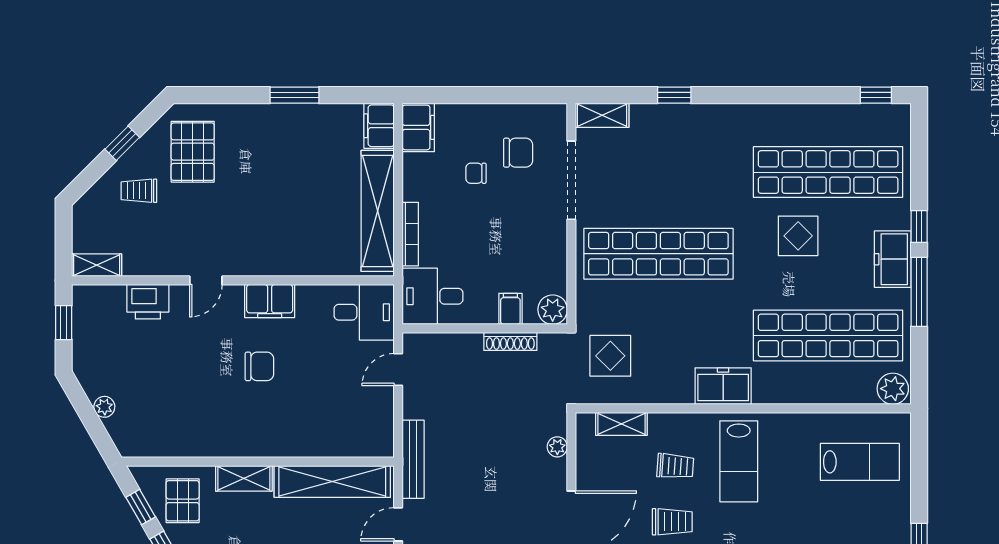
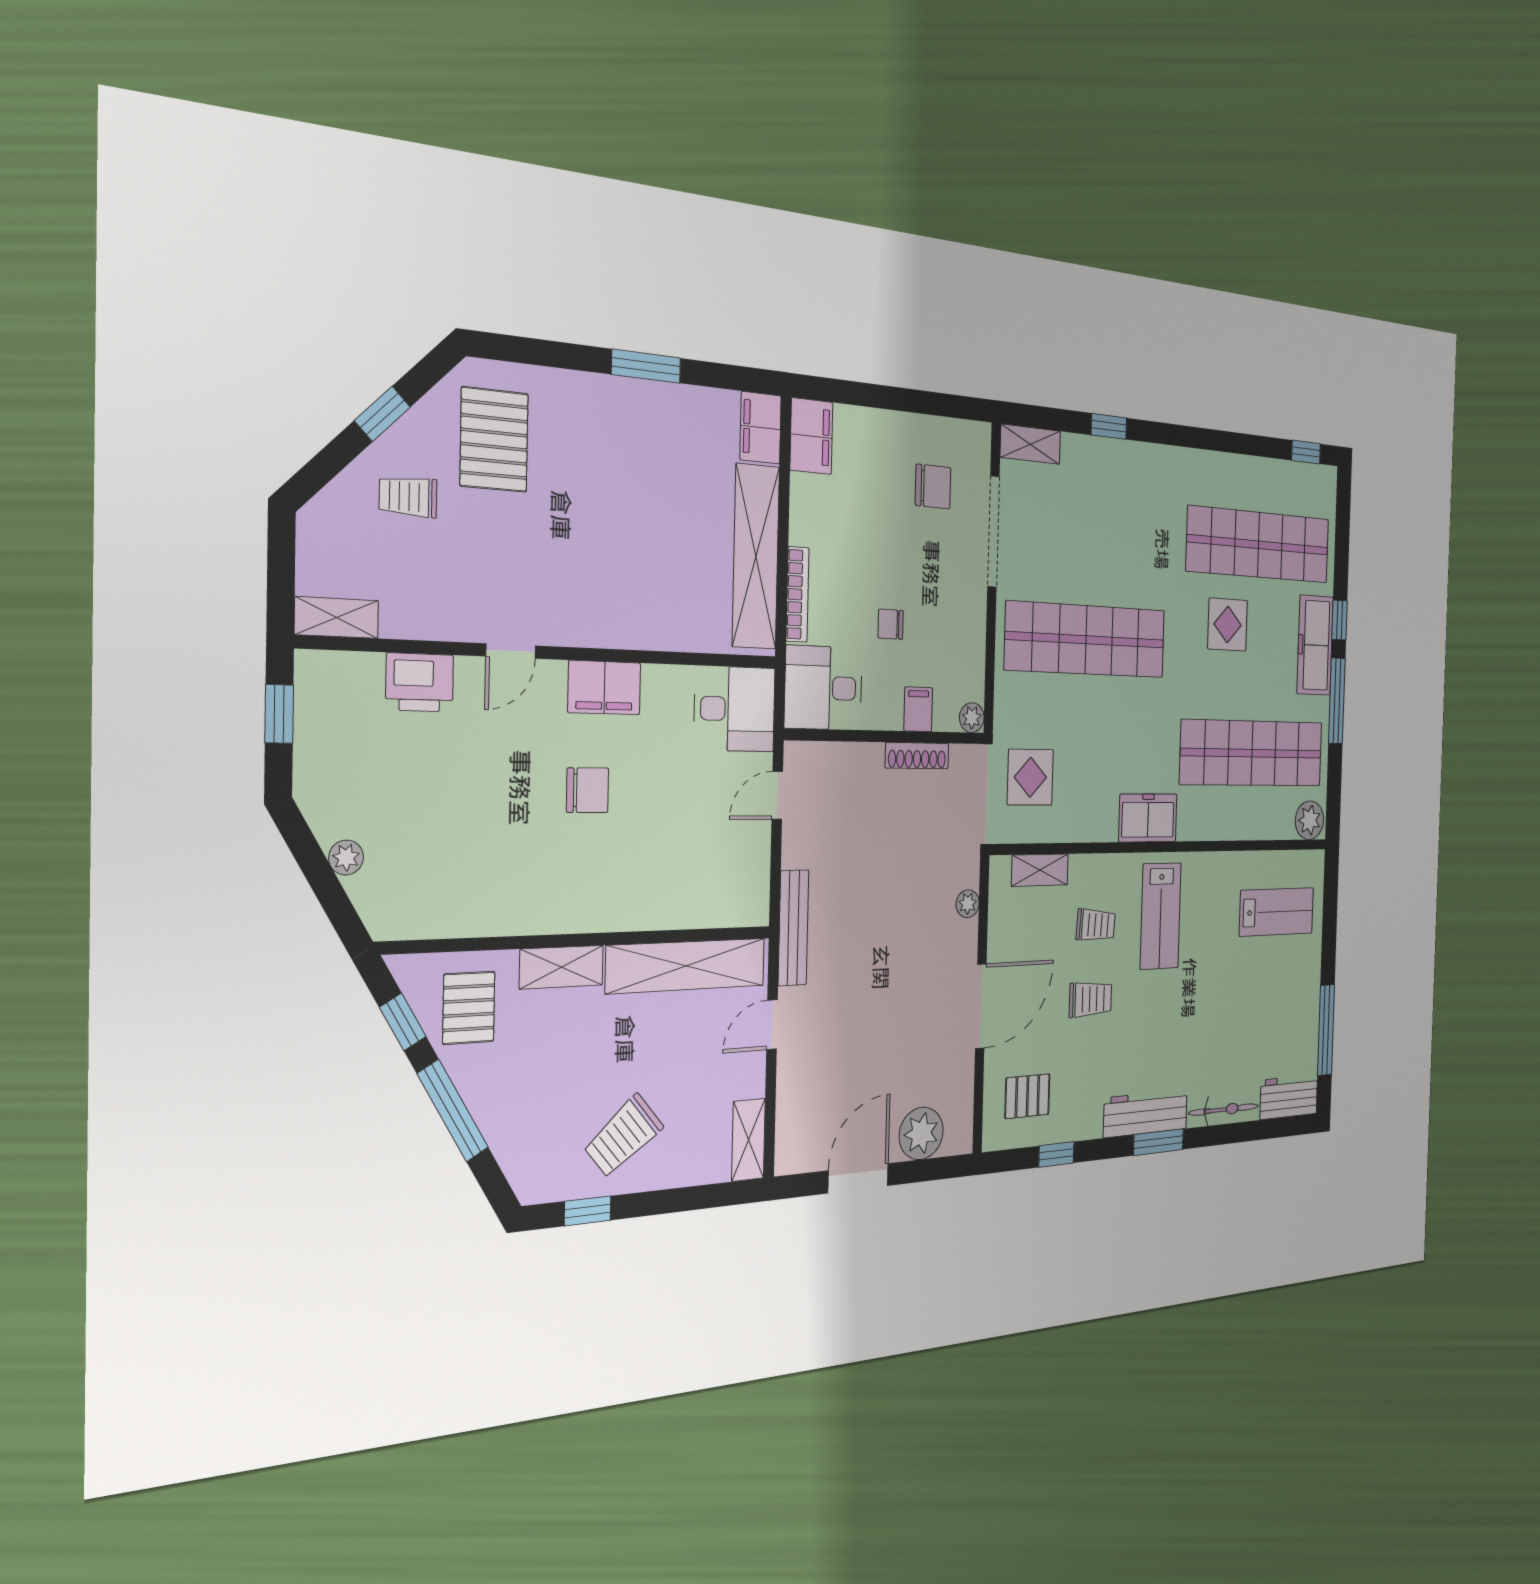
chair: (476, 173) -> (891, 624), moved
freezer: (893, 259) -> (1315, 645), width x1.40
plant: (553, 310) -> (972, 718), width x0.73, depth x0.73

